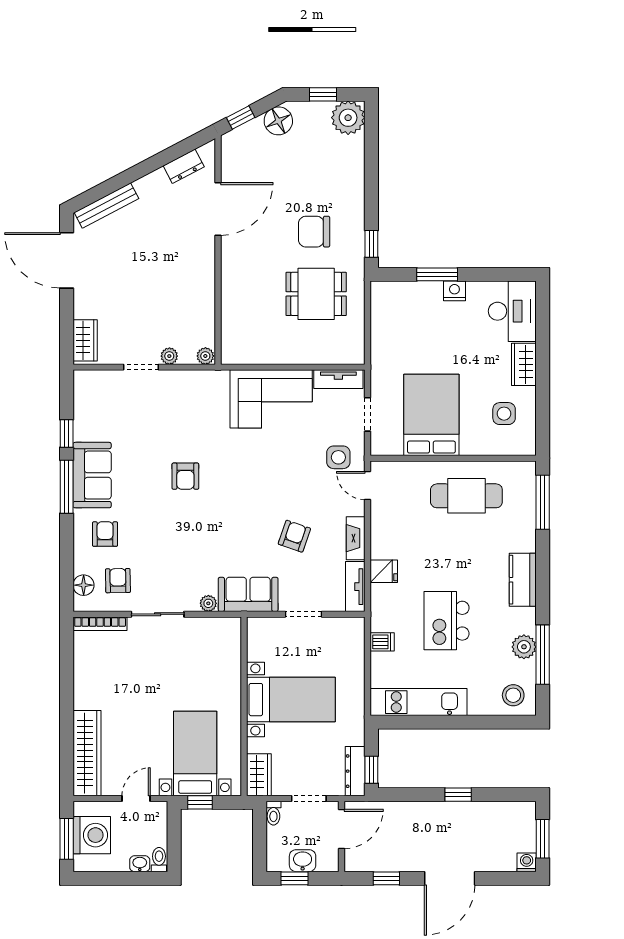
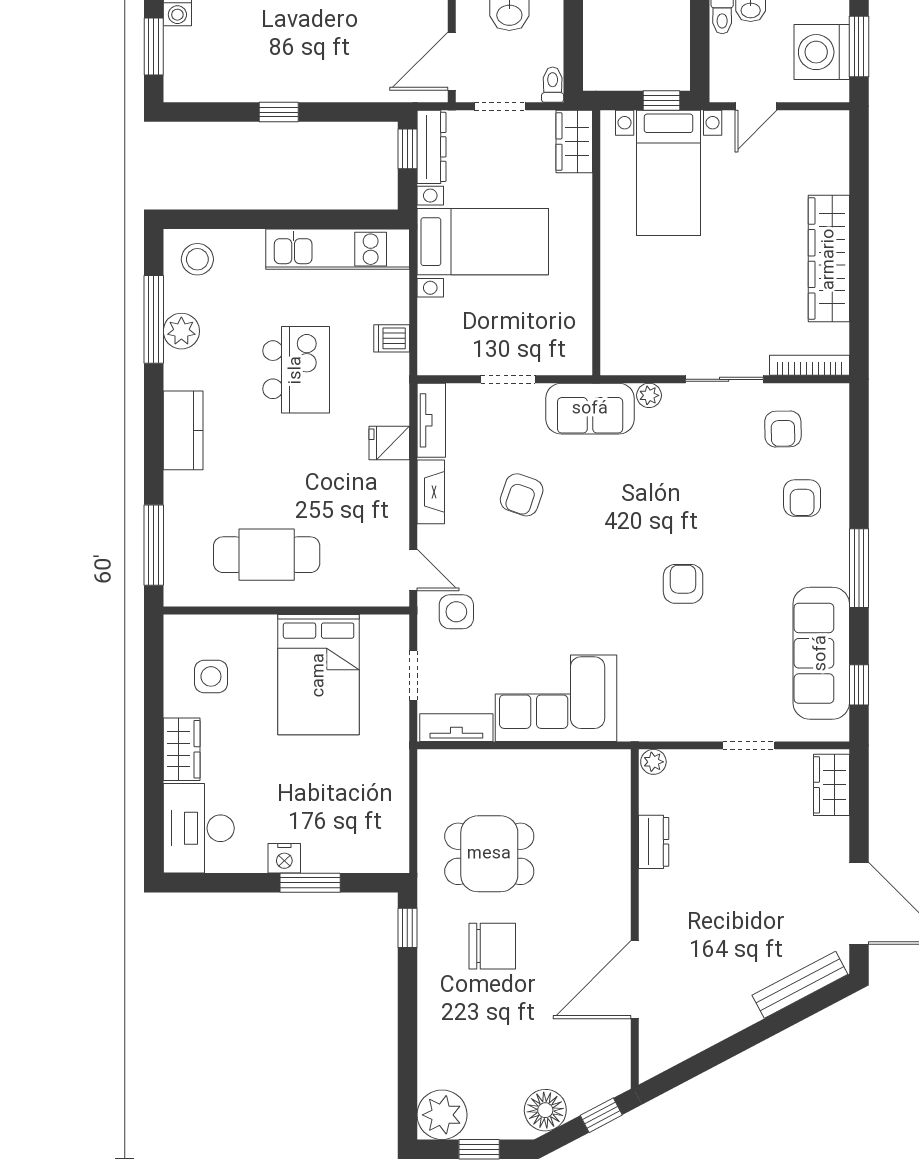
dresser: (184, 166) -> (654, 842), moved, turned 118
plant: (169, 356) -> (707, 762), removed
window: (67, 433) -> (859, 685), moved
sofa: (92, 475) -> (821, 653), moved, width x1.36
floor lamp: (84, 585) -> (834, 422), removed
bed with nightstands: (291, 700) -> (483, 242), moved, turned 180
wardrobe: (87, 753) -> (829, 259), moved

